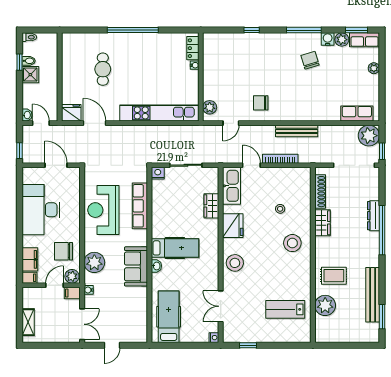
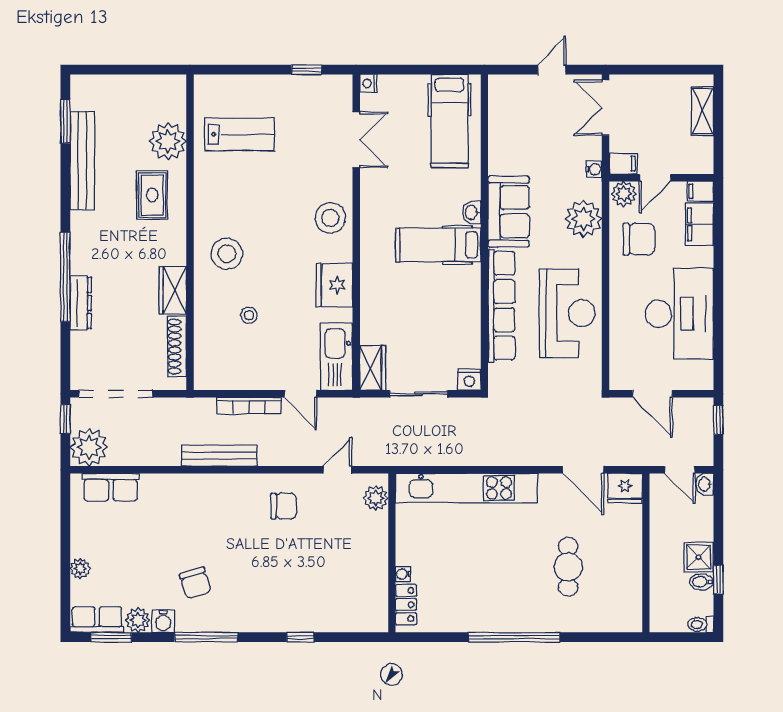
row of seats: (140, 206) -> (501, 306), width x1.36
wardrobe: (211, 206) -> (373, 368), moved
rug: (334, 276) -> (152, 195), turned 90

